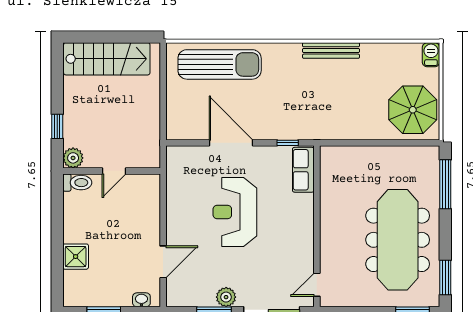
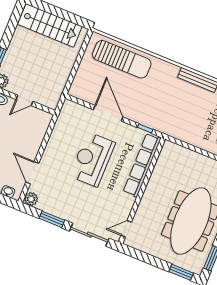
row of seats: (303, 170) -> (142, 165), width x2.02
door: (163, 262) -> (32, 173), swing flipped
plant: (226, 297) -> (31, 199), moved

